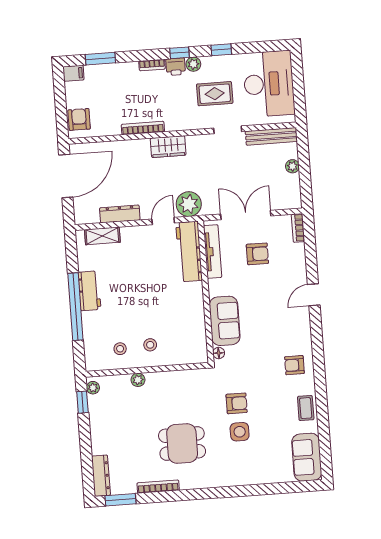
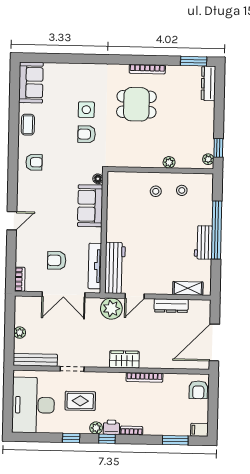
bookcase: (158, 487) -> (147, 69), moved

